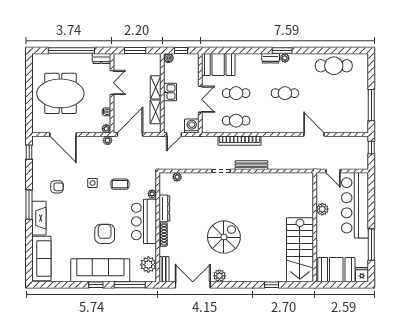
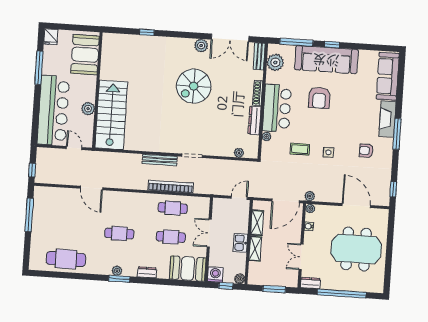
dresser: (271, 58) -> (147, 272), moved
washing machine: (192, 126) -> (215, 275), moved, turned 180
stairs: (300, 250) -> (111, 115), moved
booth: (336, 270) -> (85, 55), moved, turned 90

